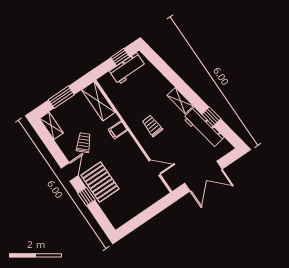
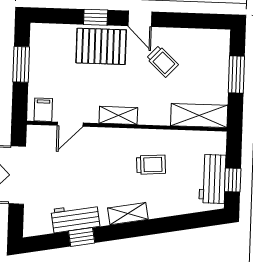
shelving: (51, 126) -> (118, 115), moved
trolley: (152, 126) -> (151, 165), moved
workbench: (203, 127) -> (75, 218), width x0.73
filing cabinet: (118, 130) -> (43, 110), moved
window: (142, 218) -> (21, 64), added

